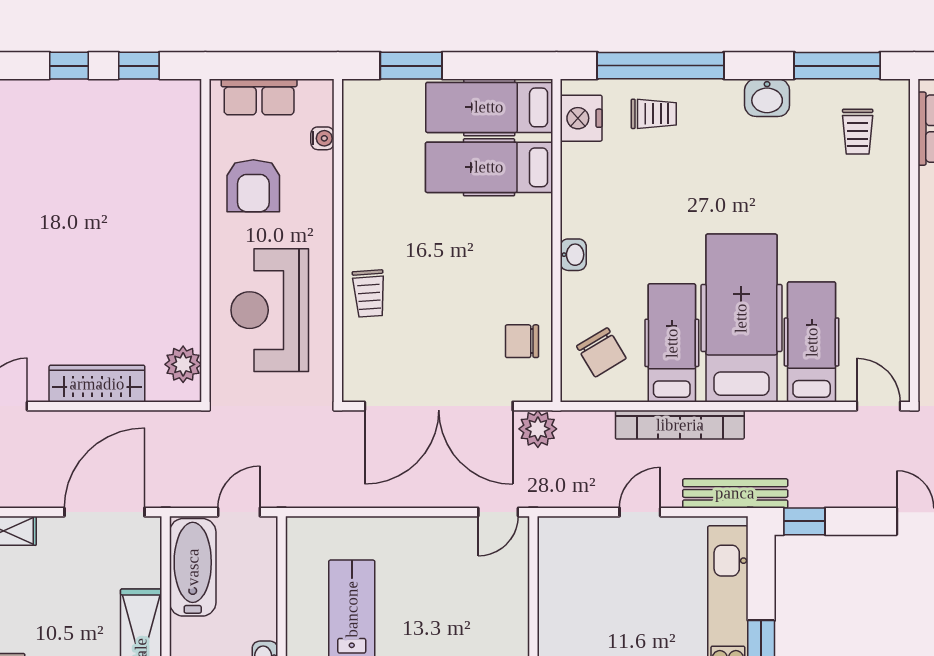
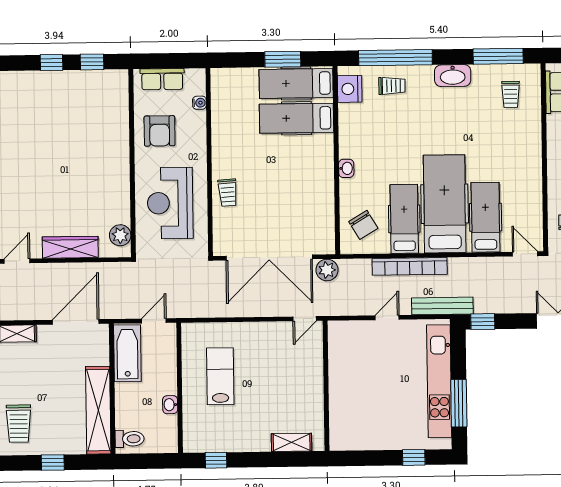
window: (411, 66) -> (283, 59), moved
washbasin: (767, 98) -> (453, 76), width x1.38
chair: (522, 341) -> (317, 219), removed

